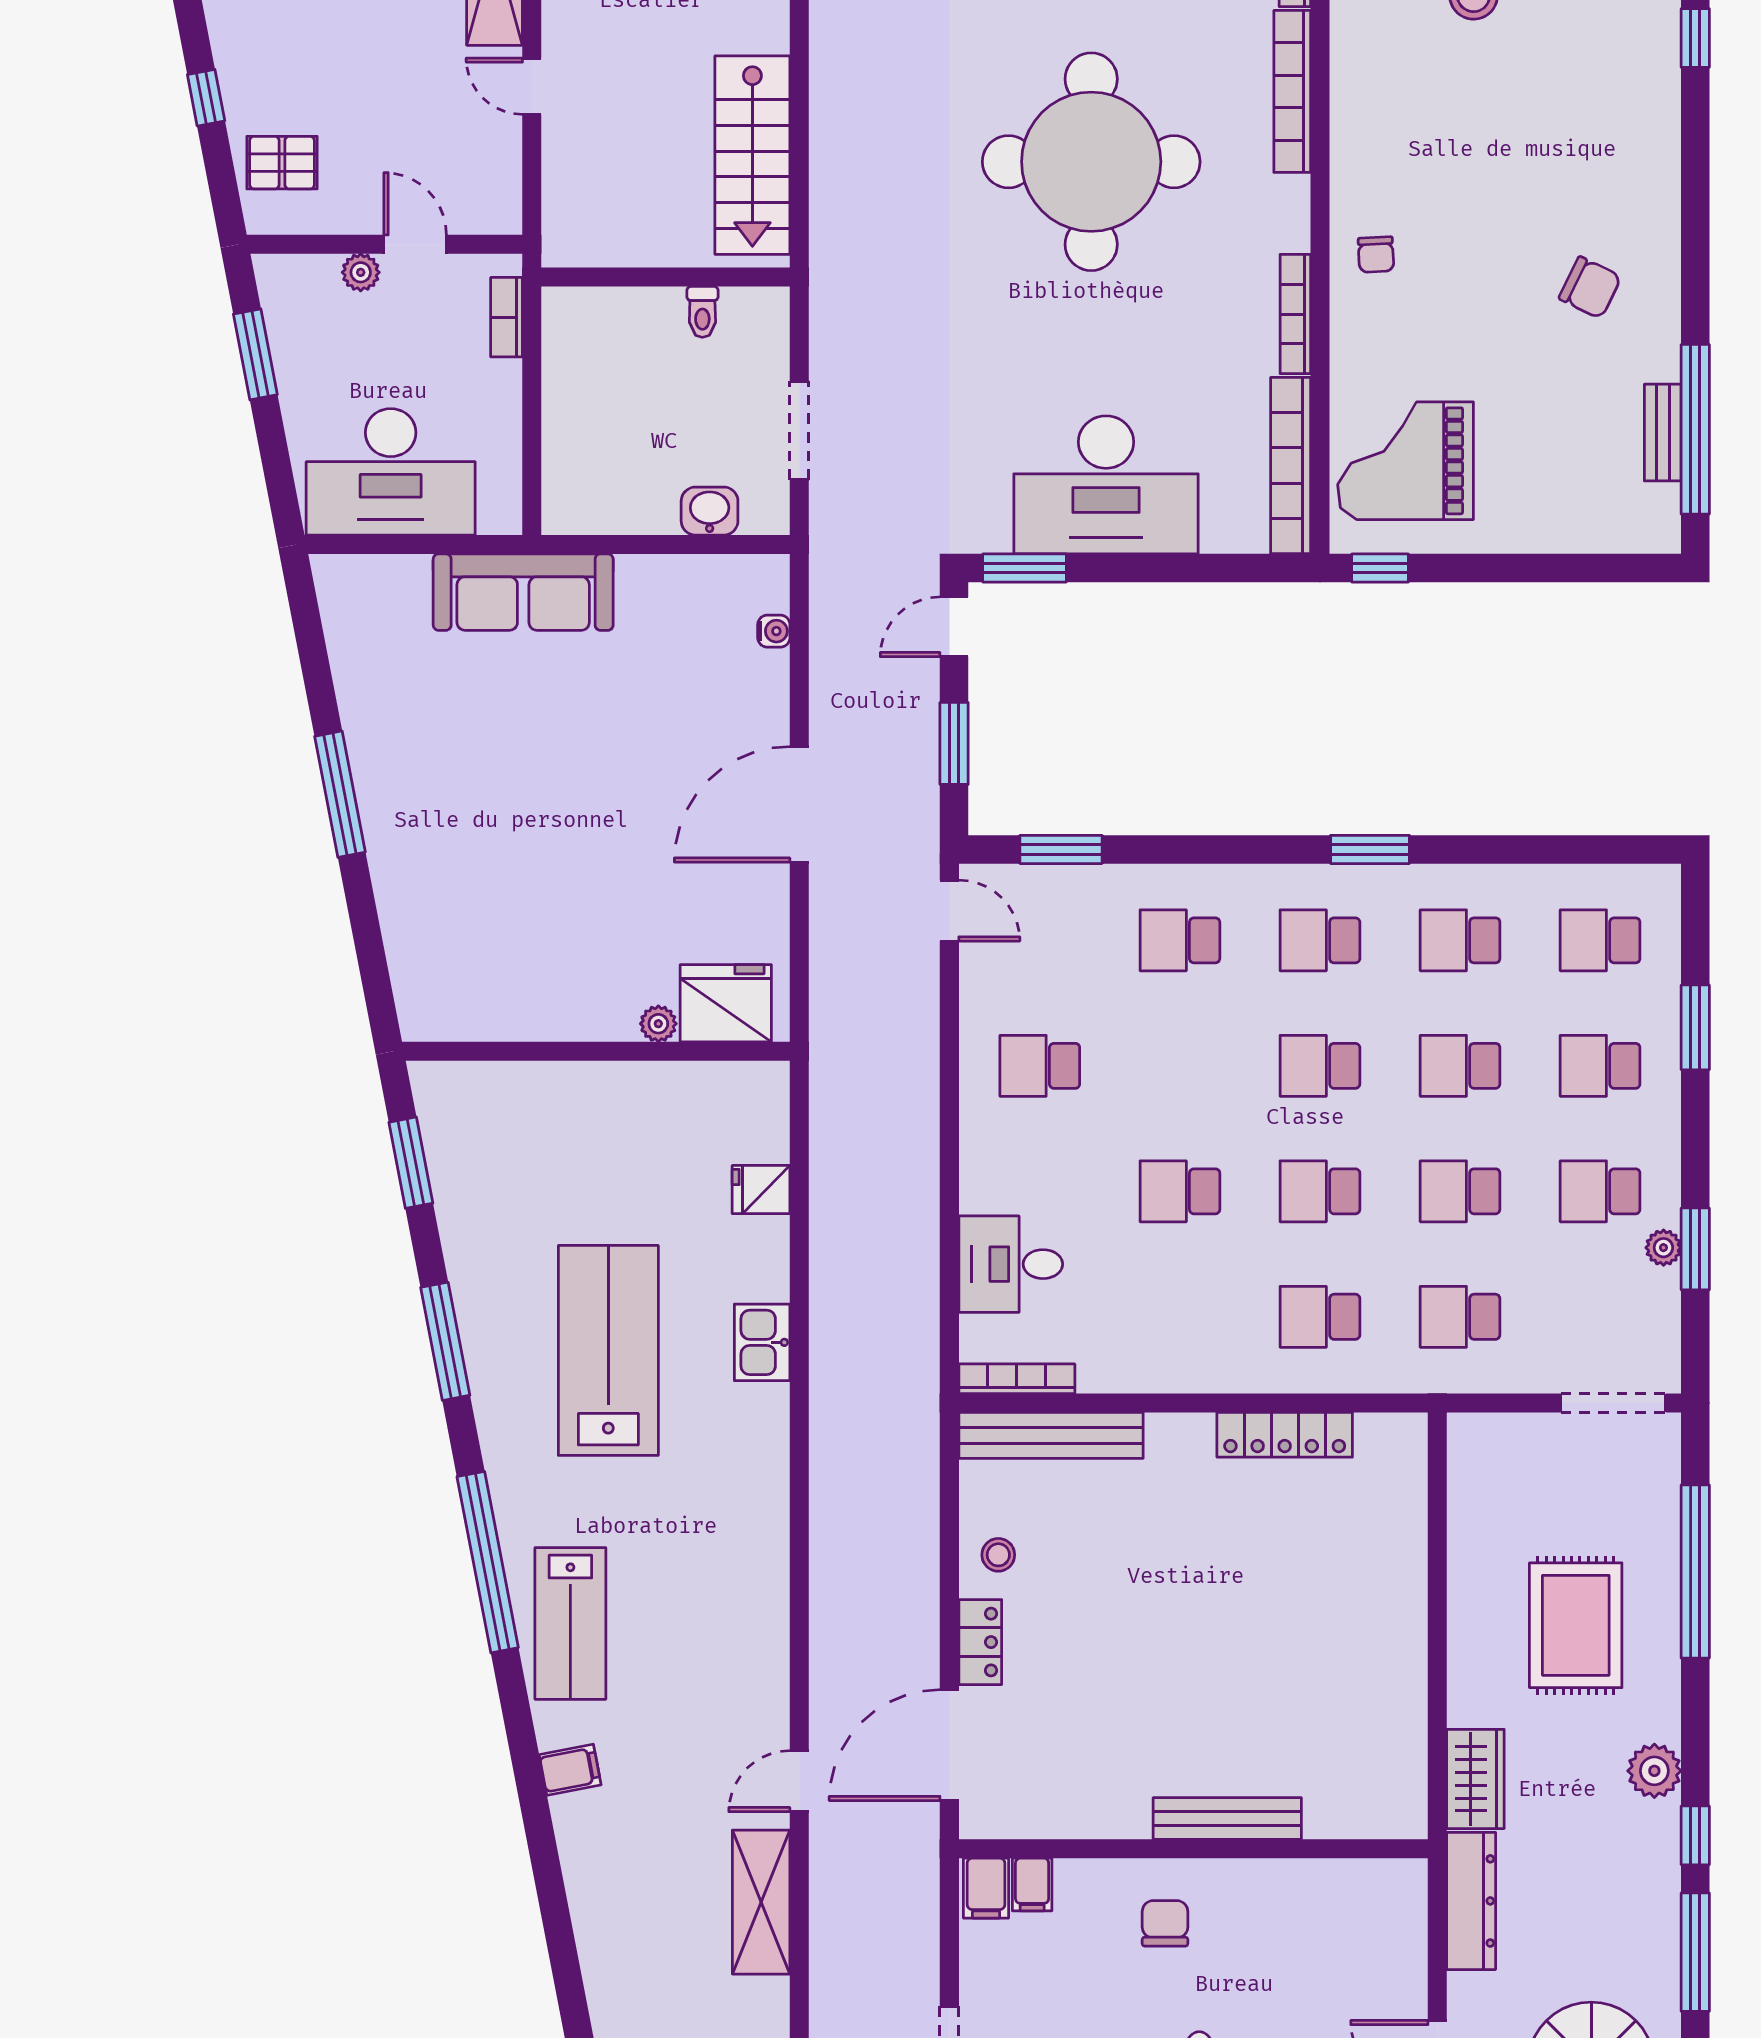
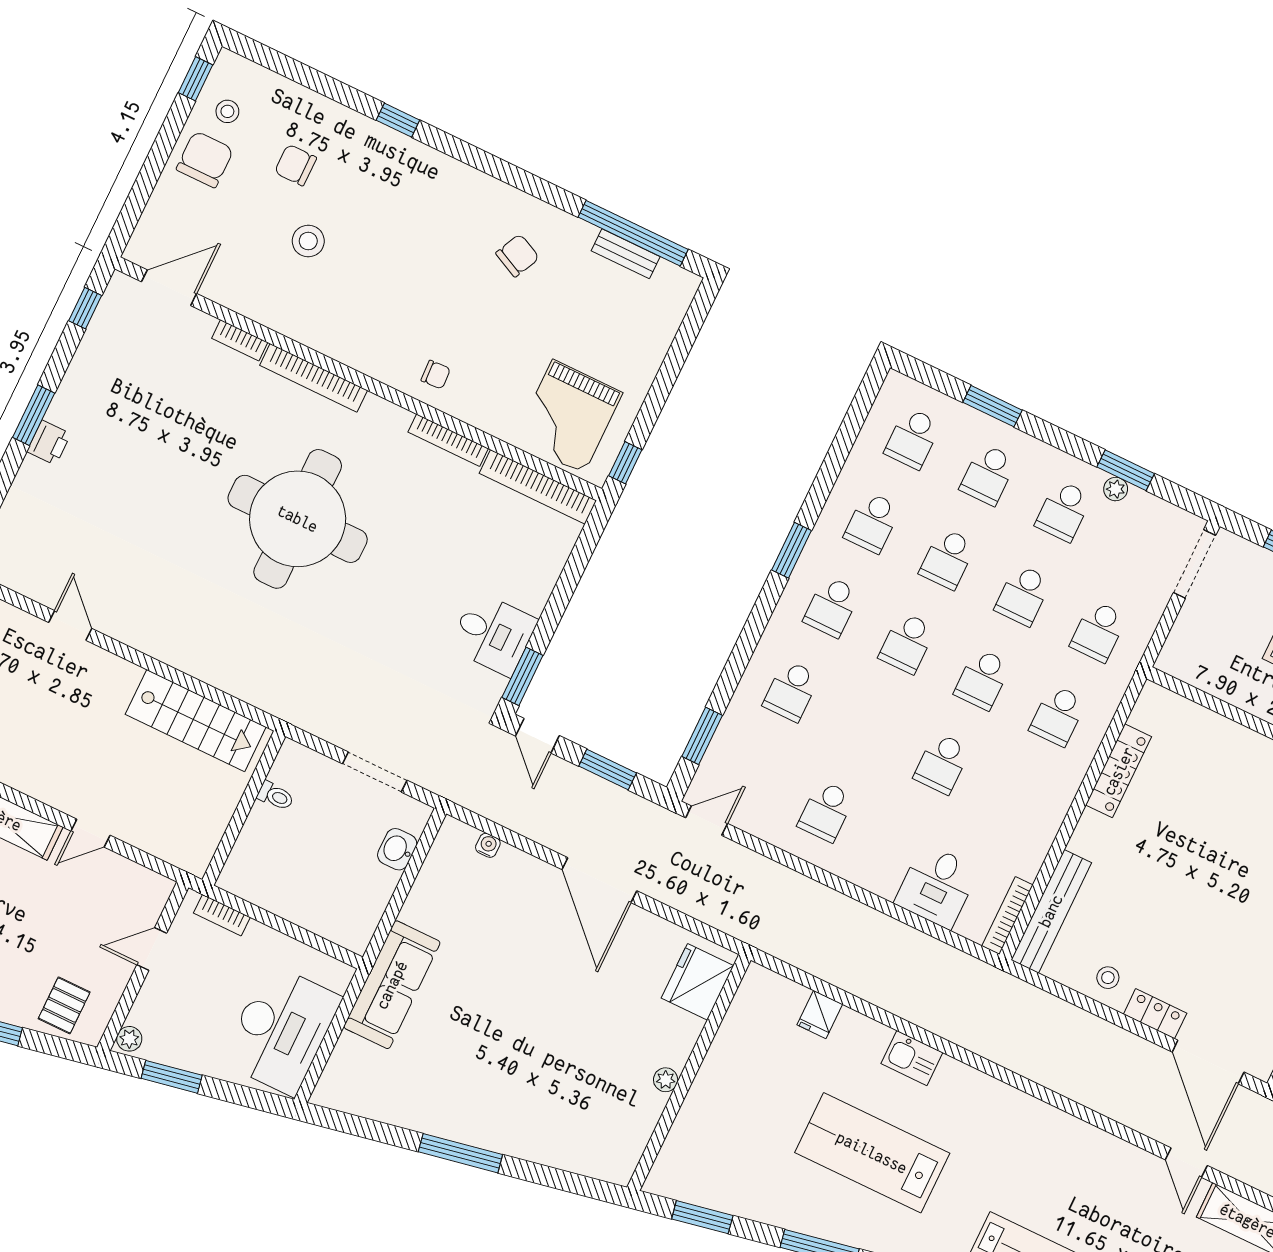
plant: (361, 272) -> (129, 1039), moved
desk: (1106, 485) -> (493, 634), width x0.53, depth x0.77
plant: (658, 1024) -> (666, 1080), moved

